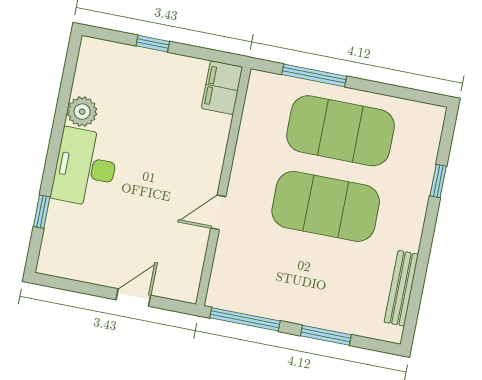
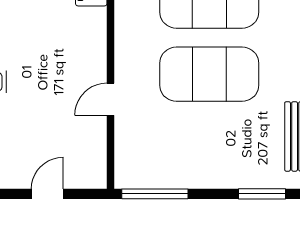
window: (326, 335) -> (262, 194), moved

